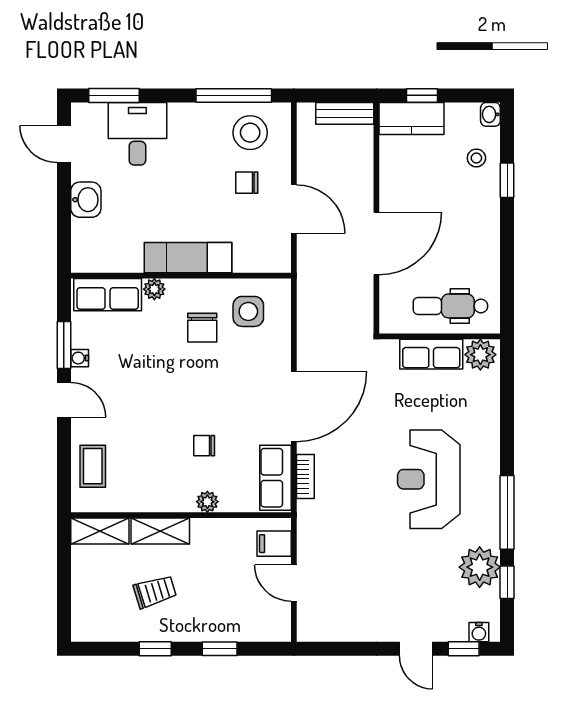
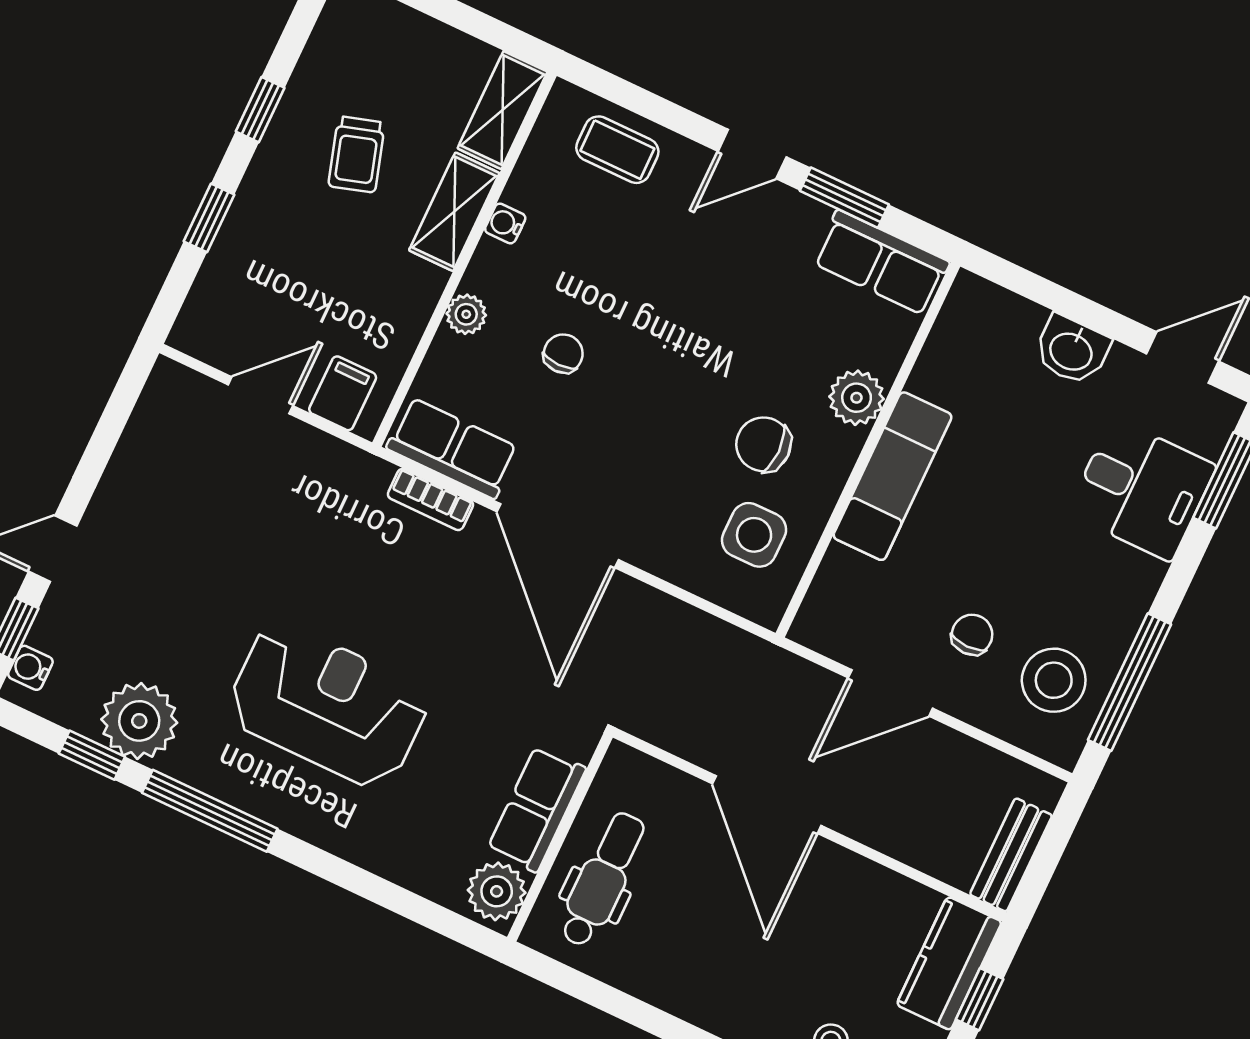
plant: (154, 289) -> (857, 398), width x1.38, depth x1.38
row of seats: (108, 295) -> (881, 262), moved, turned -90
water cooler: (80, 358) -> (505, 223), moved, turned -90

